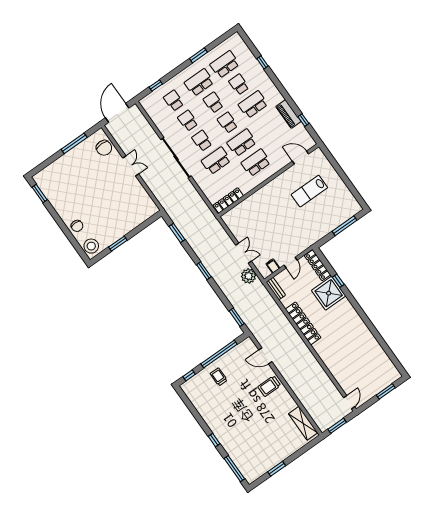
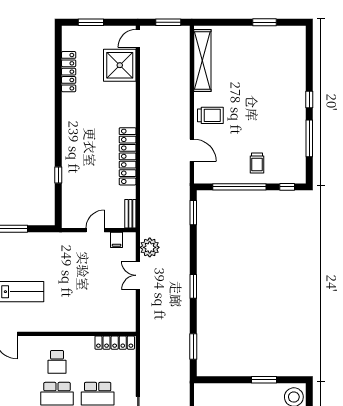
school desk: (256, 163) -> (57, 362), width x0.54
locker: (317, 265) -> (69, 72), moved
shower: (329, 293) -> (120, 65), moved
shelving: (303, 423) -> (202, 61), width x1.47
window: (234, 469) -> (309, 138), moved

